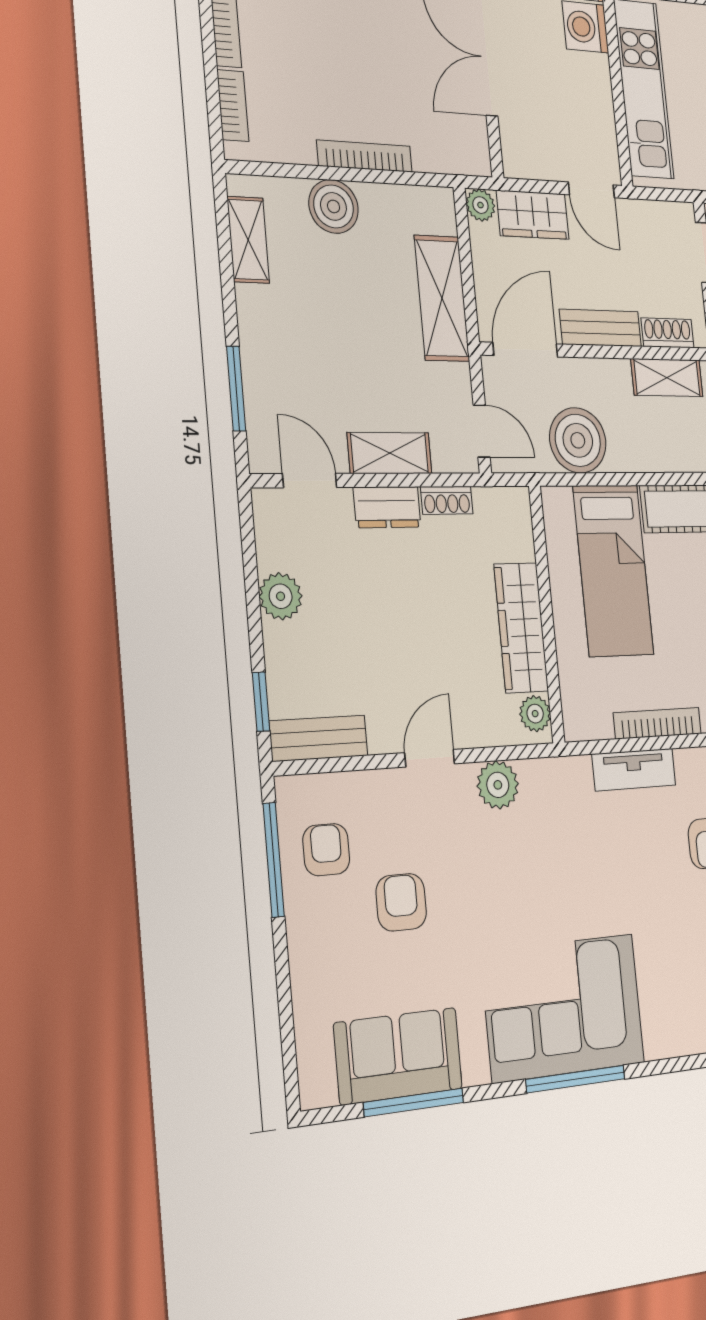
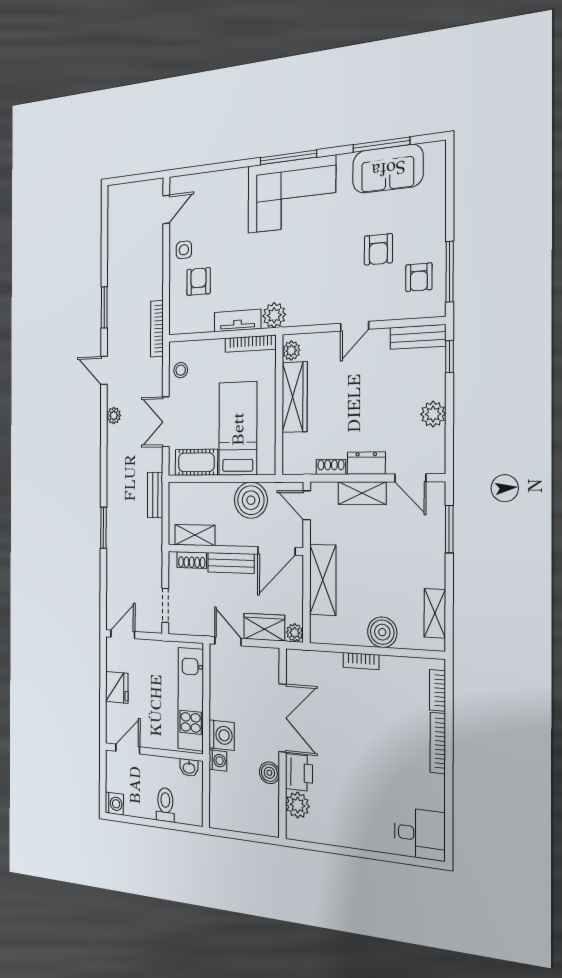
bookcase: (365, 156) -> (361, 661), width x0.64
bookcase: (657, 723) -> (250, 344), moved
plant: (498, 785) -> (274, 315), moved

